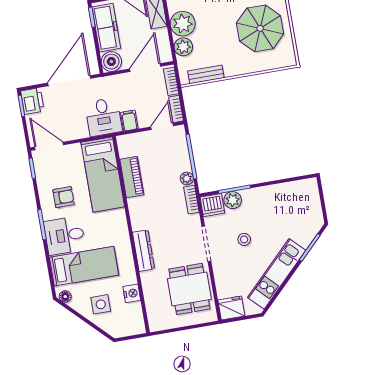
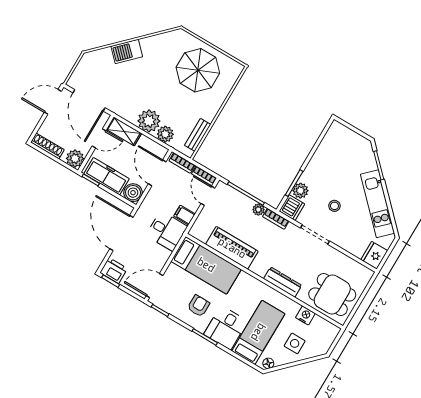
piano: (132, 177) -> (232, 248), width x1.37, depth x1.33
dining table: (189, 289) -> (332, 294), moved

